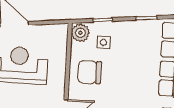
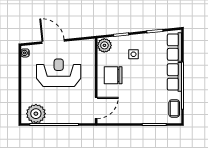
side table: (103, 42) -> (133, 54), moved

